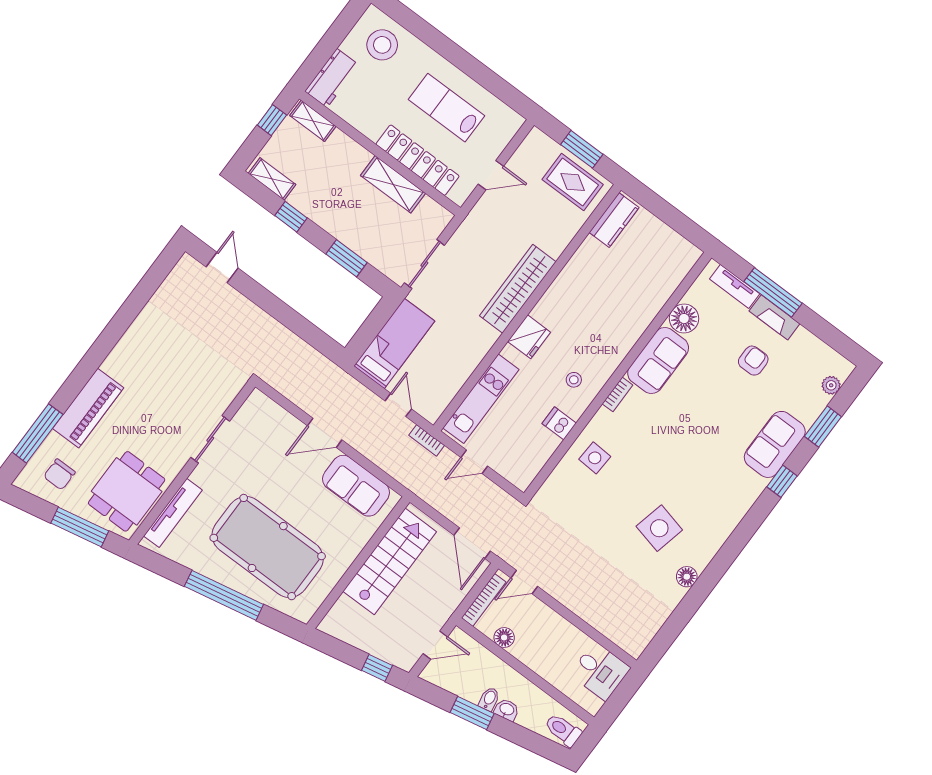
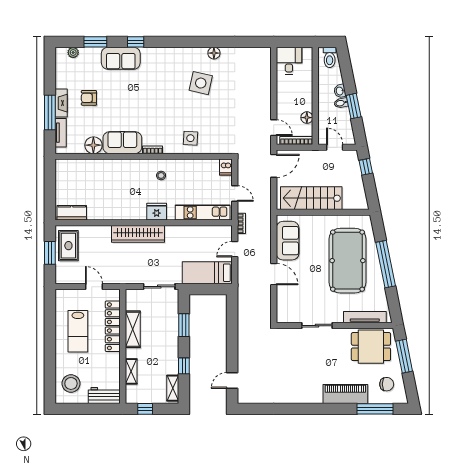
shelving: (313, 121) -> (131, 371), moved
dishwasher: (559, 423) -> (226, 167), moved

